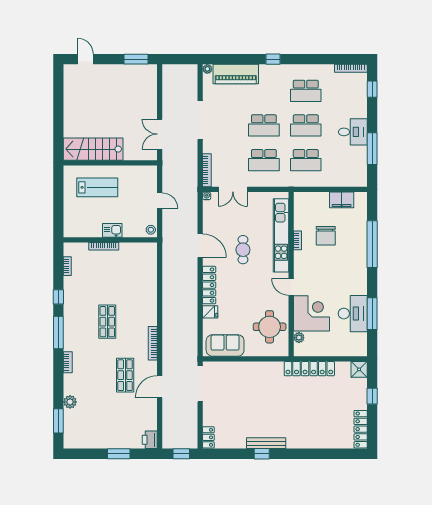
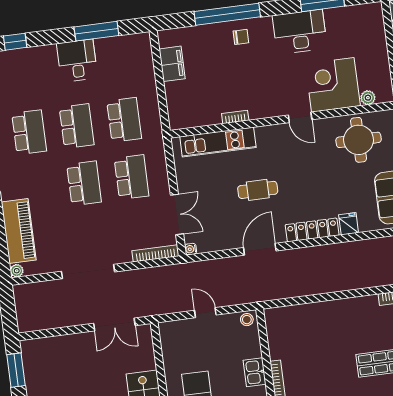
door: (160, 201) -> (205, 313), hinge flipped
kitchen unit: (281, 235) -> (218, 142), width x0.73
chair: (326, 236) -> (241, 37), moved, width x0.54, depth x0.54
door: (291, 287) -> (300, 117), hinge flipped
desk: (353, 314) -> (300, 32), moved

